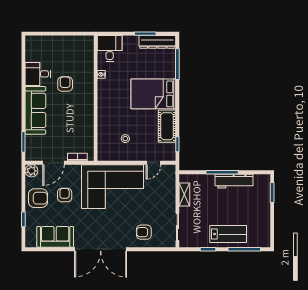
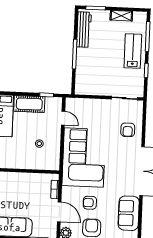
workbench: (234, 181) -> (84, 30), moved
shelving: (184, 195) -> (121, 16), moved

